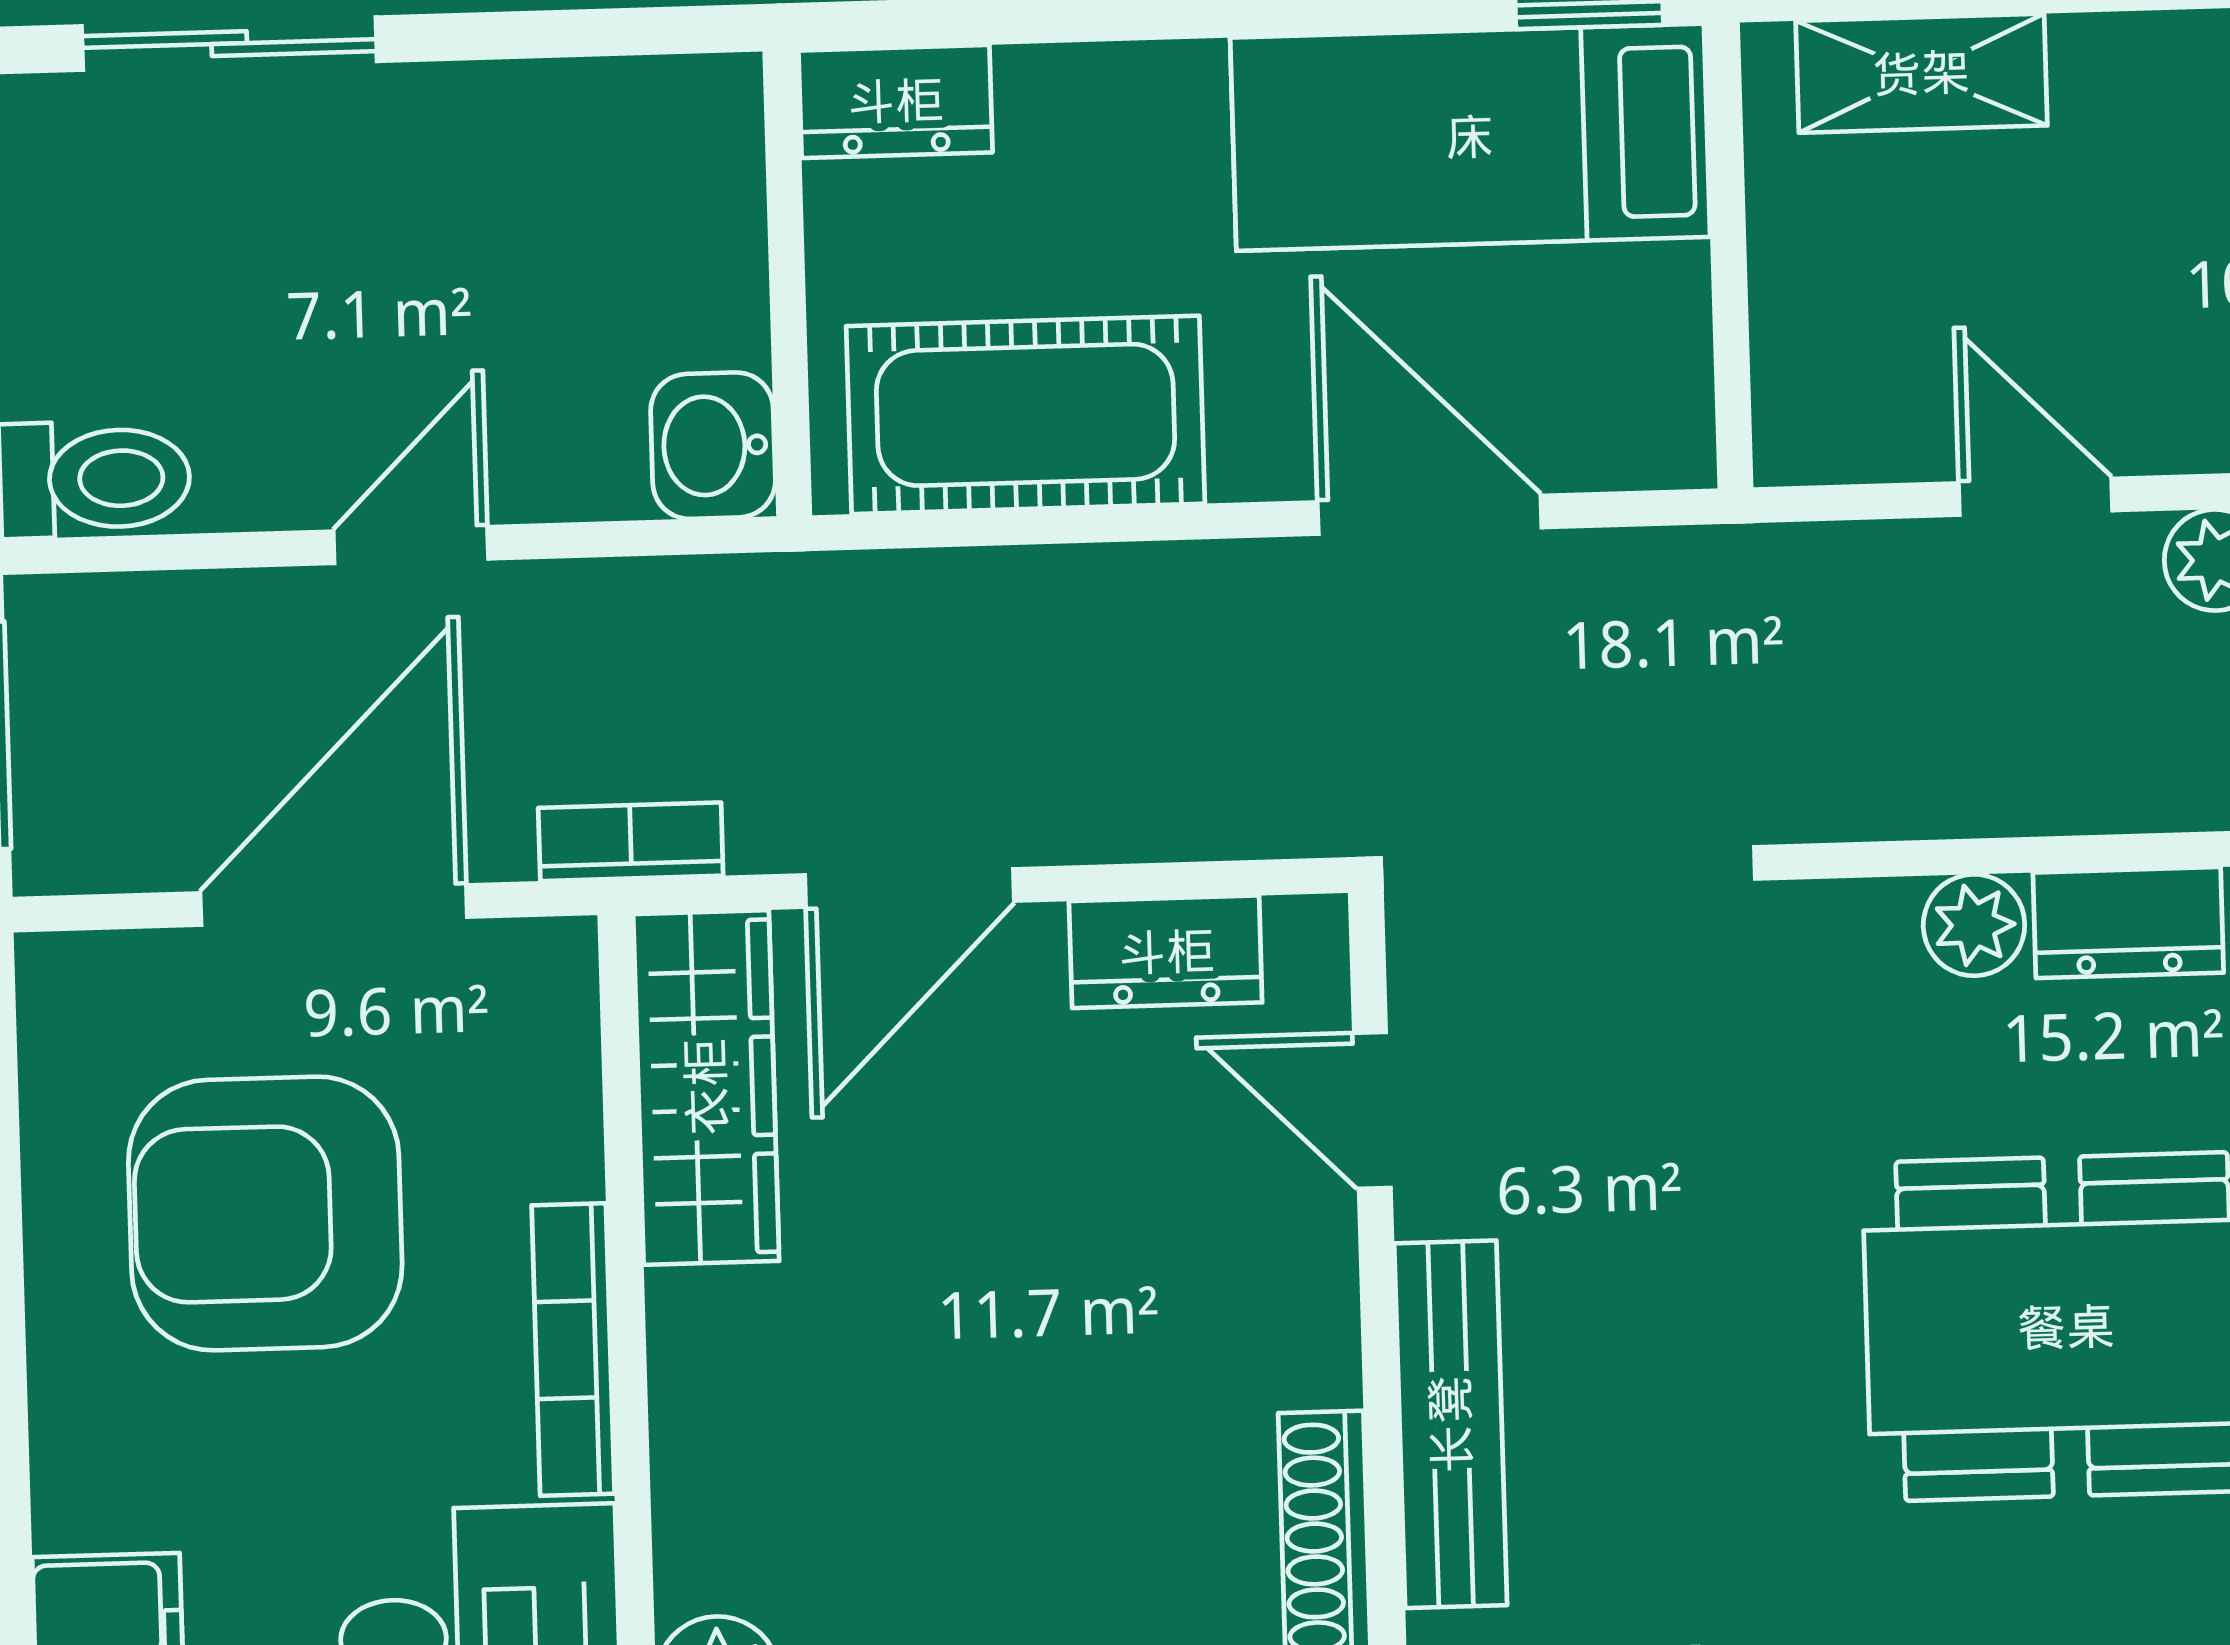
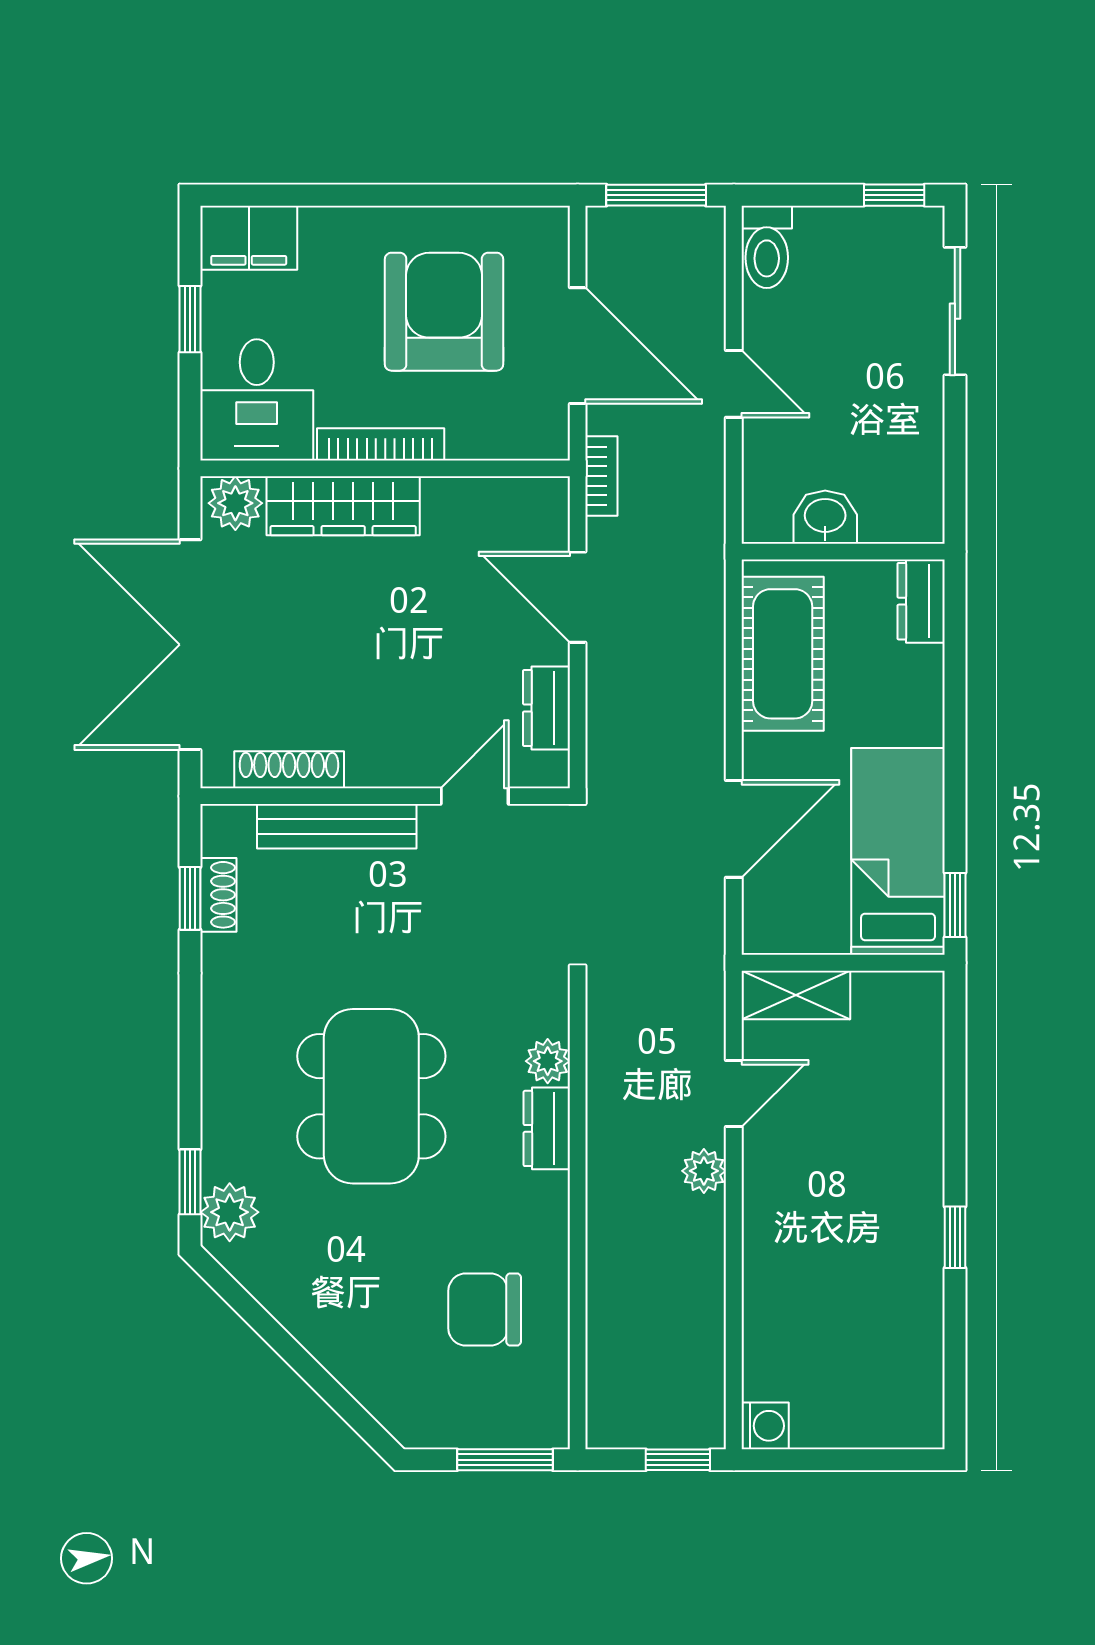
shelving: (1921, 73) -> (796, 995), moved, turned 90
washbasin: (713, 446) -> (825, 517), moved
wardrobe: (706, 1087) -> (343, 506), moved

